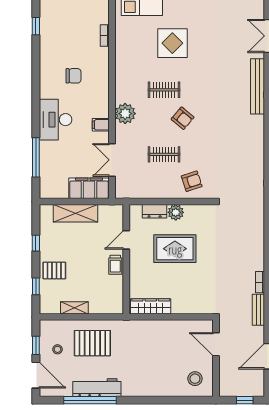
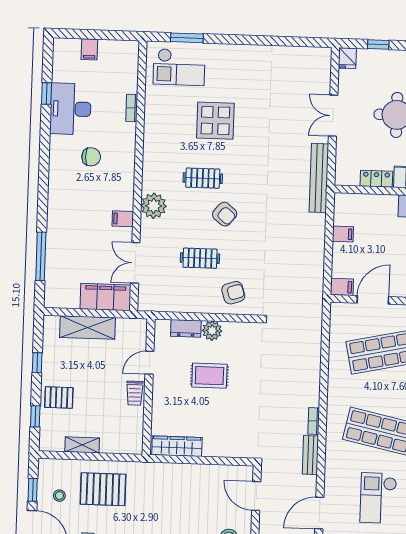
desk: (56, 120) -> (70, 109), moved
rug: (175, 249) -> (209, 376), width x0.73, depth x0.70

